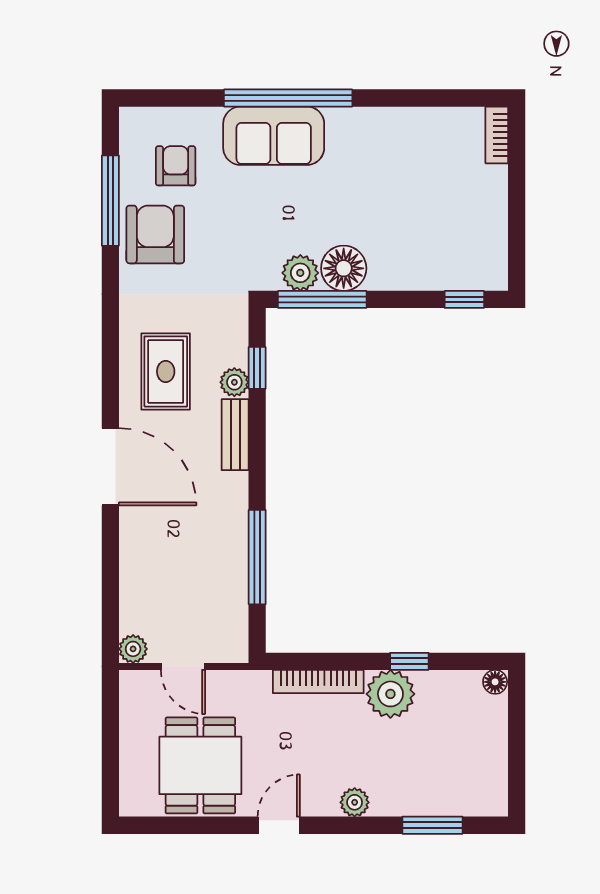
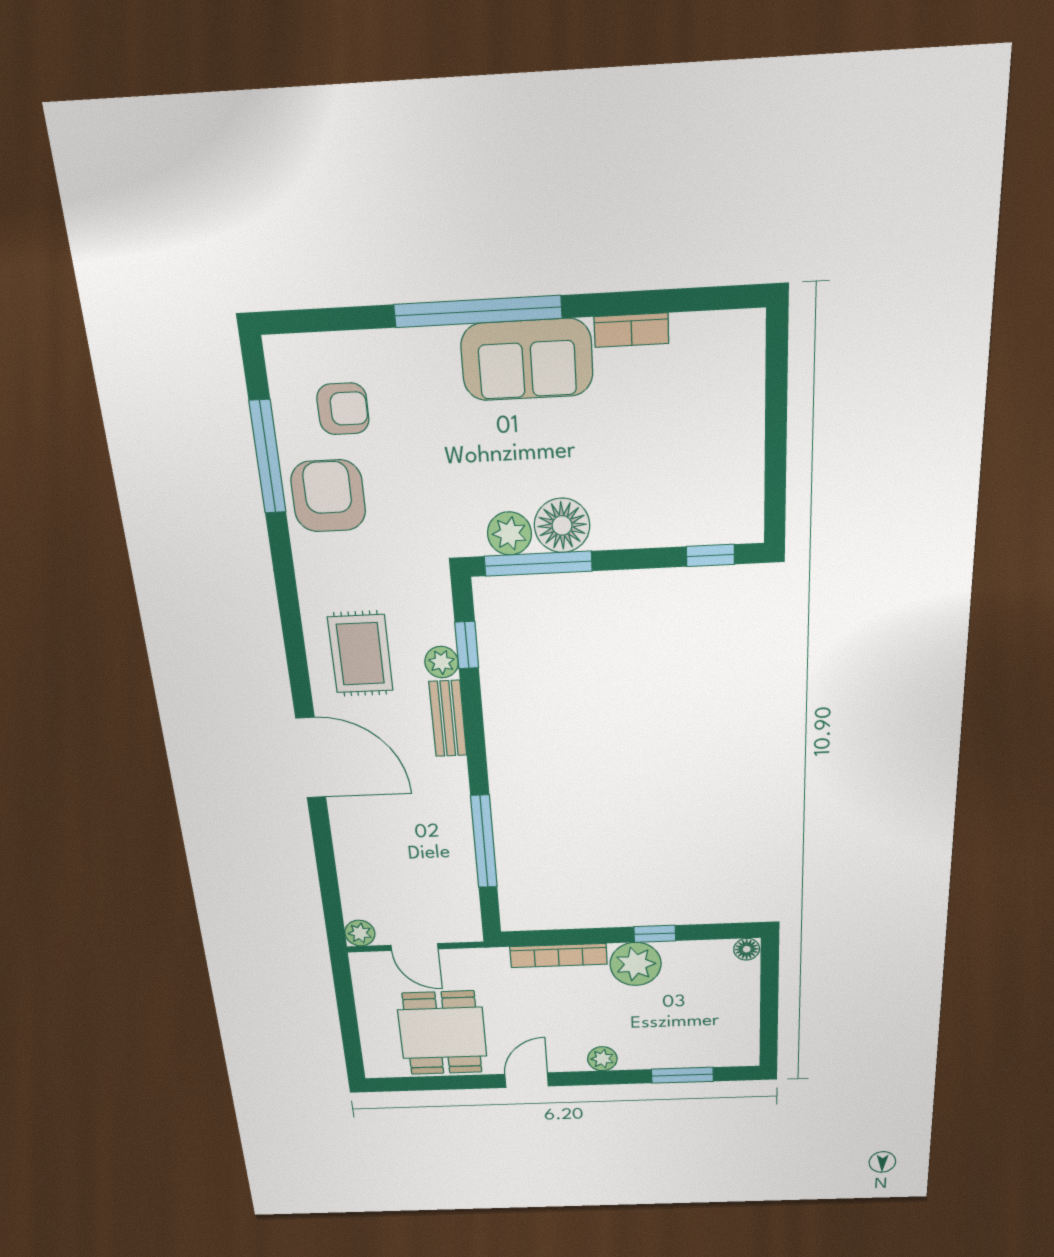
bookcase: (497, 135) -> (631, 330), moved, turned -90
sofa: (274, 136) -> (527, 360), moved
armchair: (176, 166) -> (343, 409), turned 90

